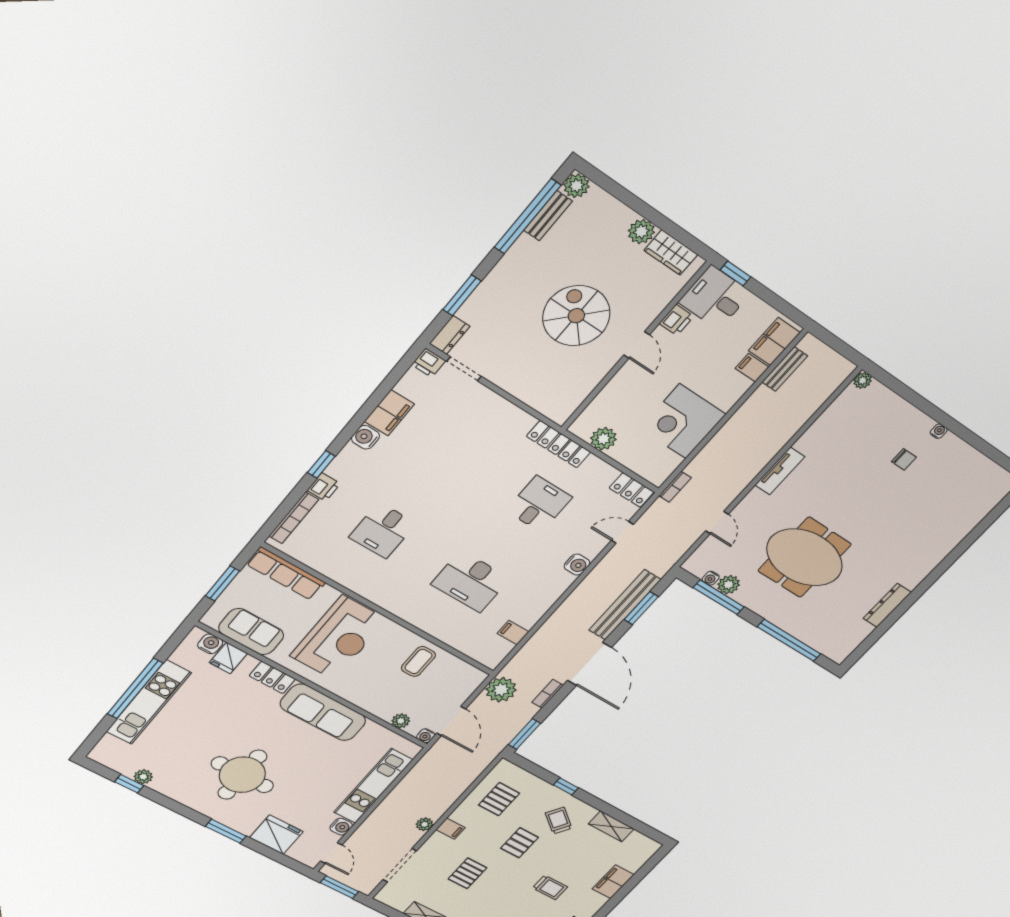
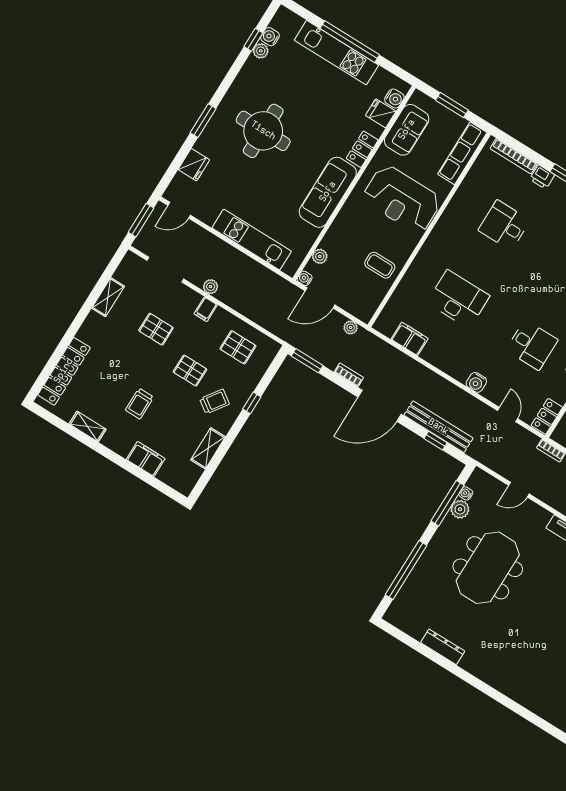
desk: (471, 581) -> (458, 299), turned 90
window: (641, 608) -> (436, 441), width x0.67
filing cabinet: (513, 633) -> (410, 339), width x2.00
plant: (501, 690) -> (351, 328), width x0.53, depth x0.53
water cooler: (341, 827) -> (270, 37), moved, turned 90
fridge: (276, 835) -> (194, 165), width x0.73, depth x0.75

